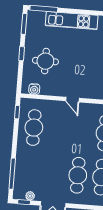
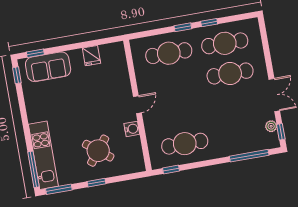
kitchen unit: (72, 21) -> (43, 155), moved
round table: (45, 61) -> (98, 151), turned 38
water cooler: (34, 89) -> (132, 129), moved

